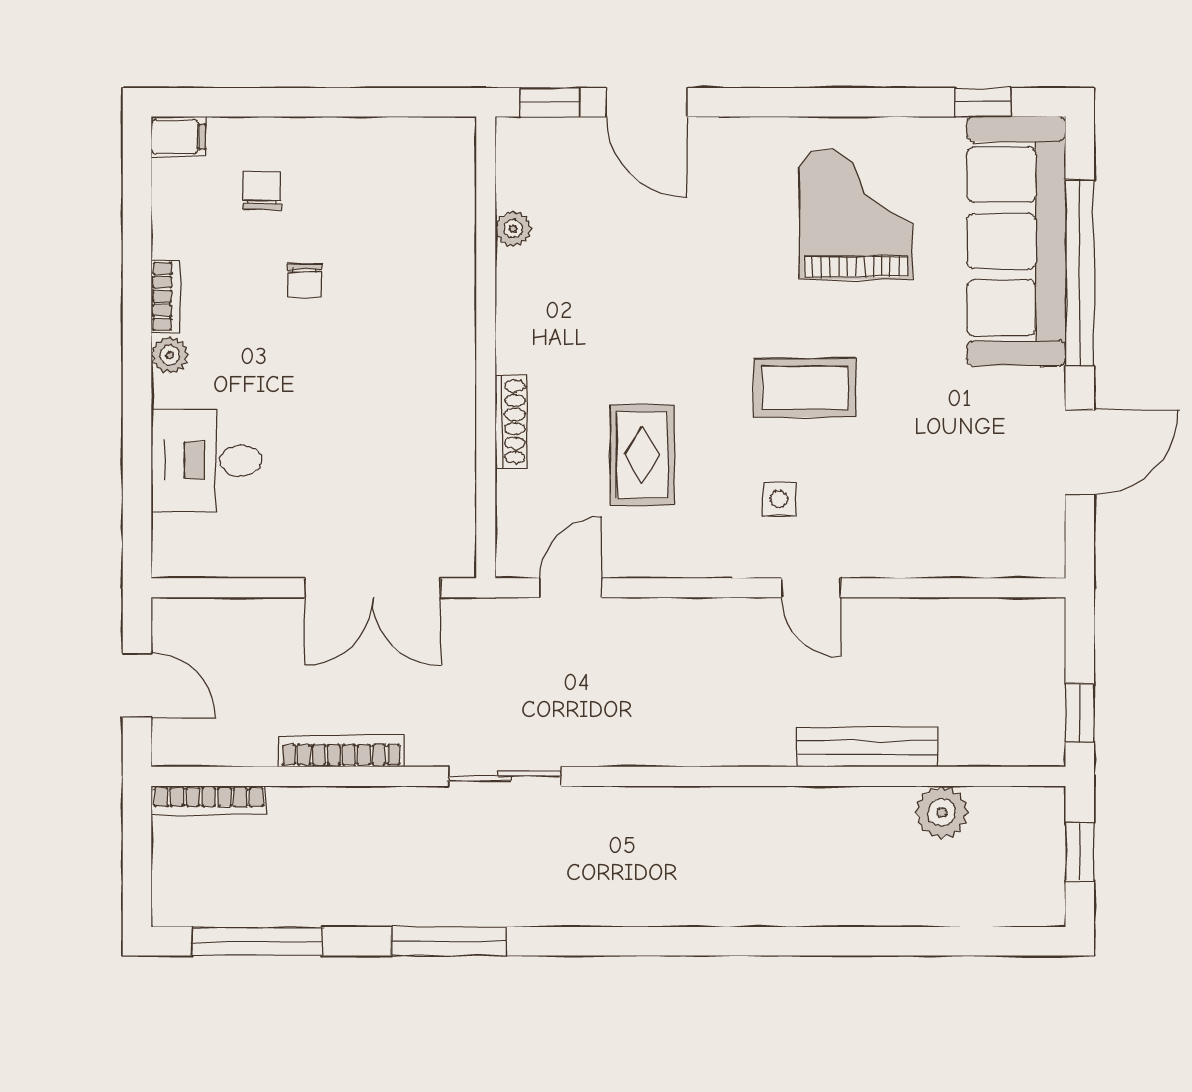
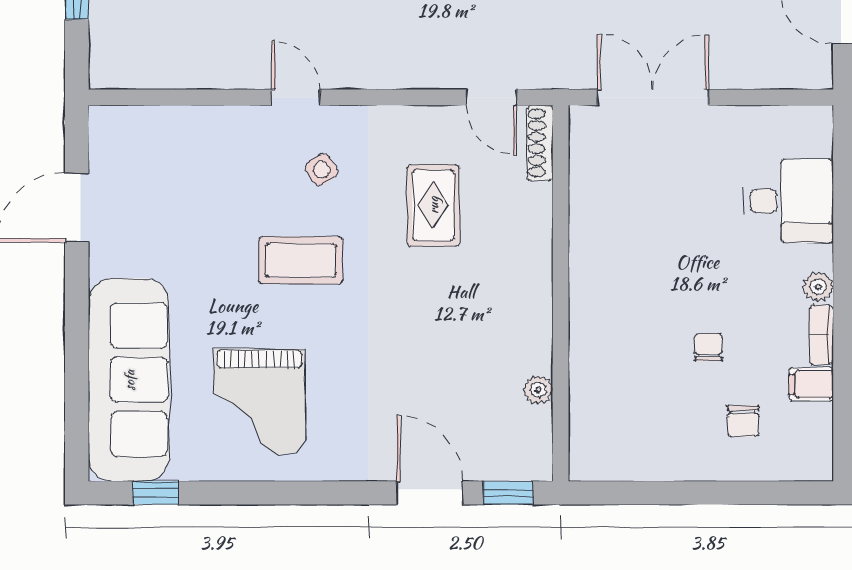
filing cabinet: (178, 137) -> (811, 384), moved
window: (1080, 273) -> (77, 354), removed
shoe rack: (511, 422) -> (540, 143), moved
side table: (779, 499) -> (322, 169), turned -33
door: (571, 588) -> (491, 97), hinge flipped

